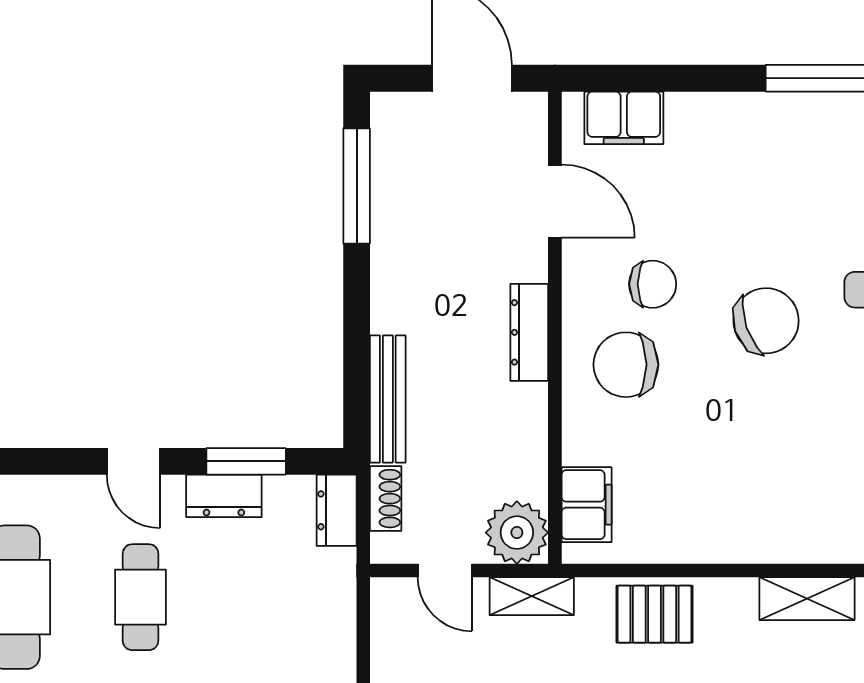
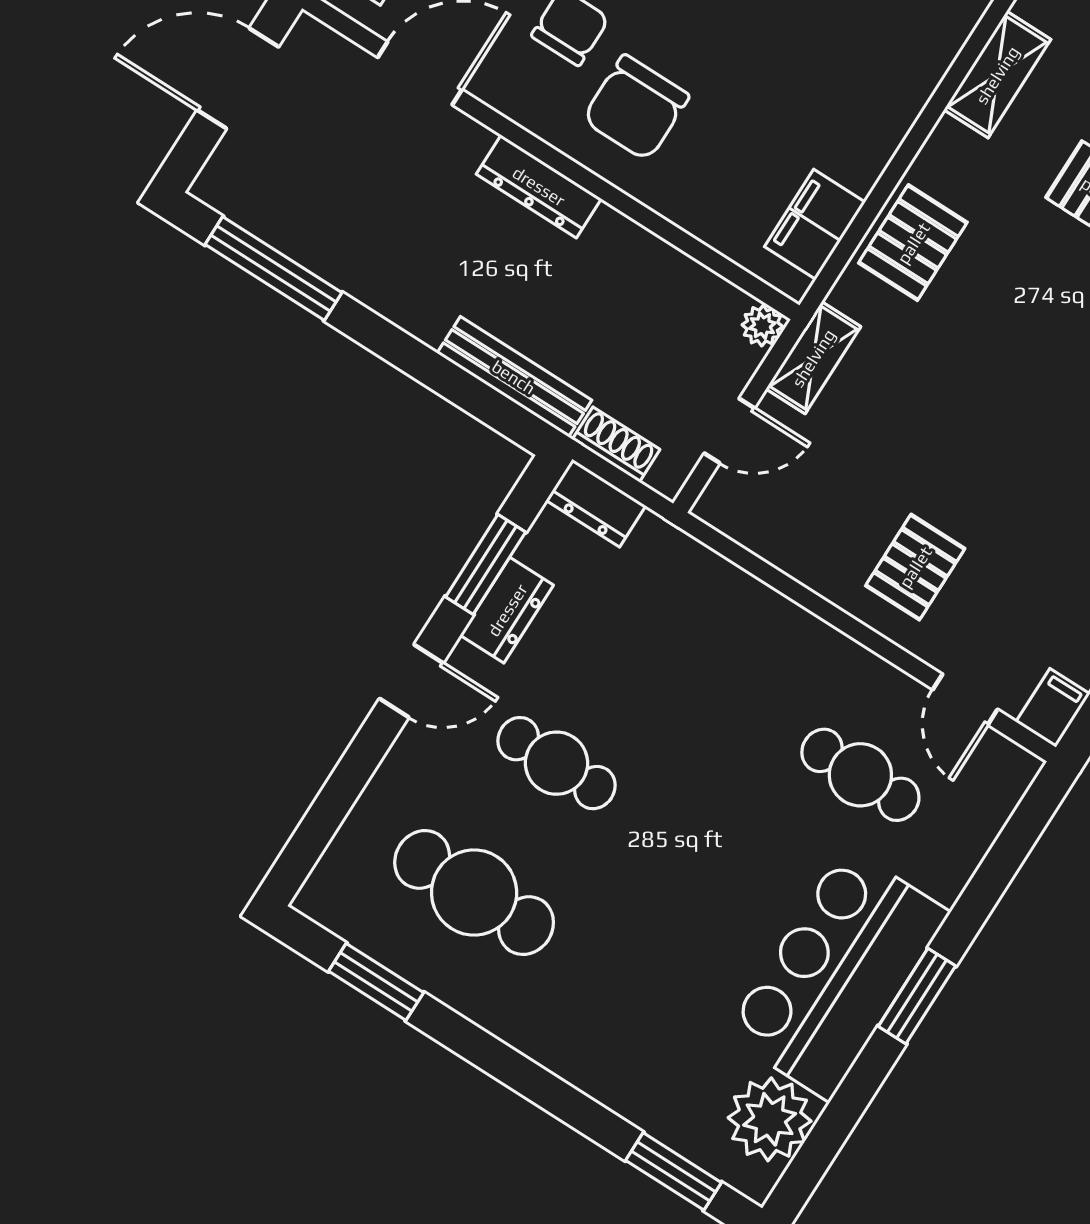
filing cabinet: (587, 505) -> (815, 224), moved, turned -90
plant: (517, 533) -> (762, 326), width x0.53, depth x0.53

